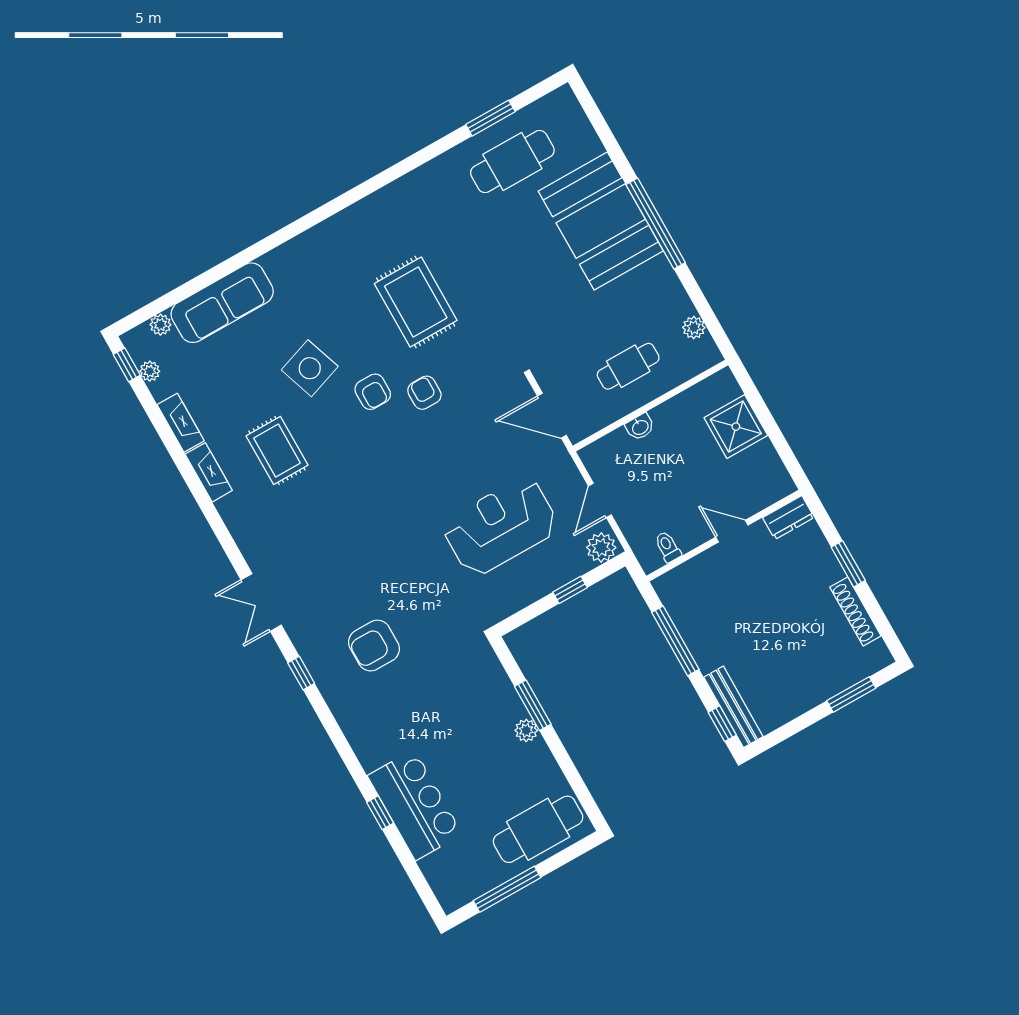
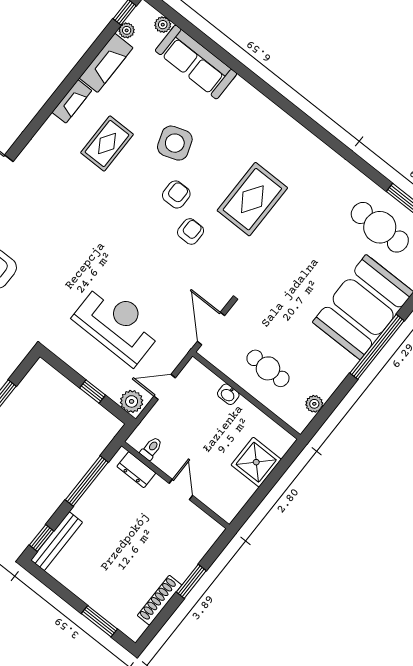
armchair: (373, 392) -> (176, 194), turned 180
fireplace: (181, 423) -> (106, 63), width x1.37, depth x1.32
dresser: (788, 517) -> (136, 470), moved

